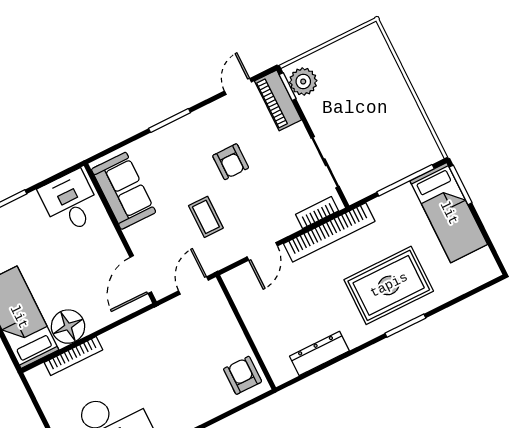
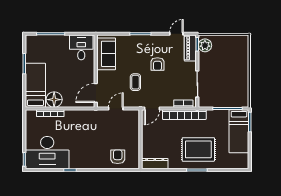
wall: (246, 332) -> (140, 139), moved

